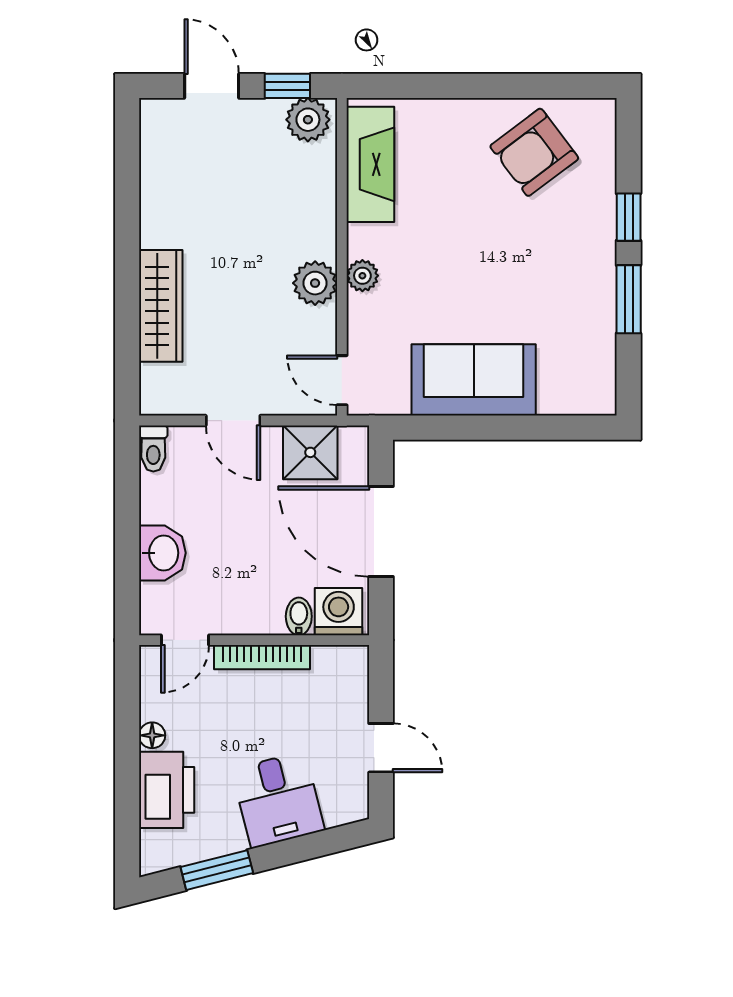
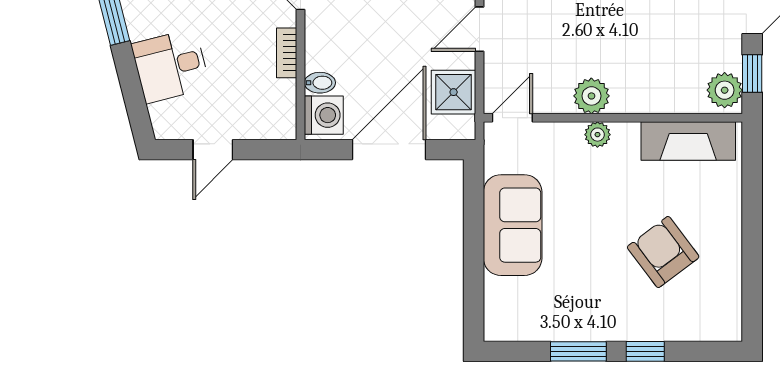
armchair: (534, 152) -> (663, 252), moved
bookcase: (262, 657) -> (287, 53), width x0.64

